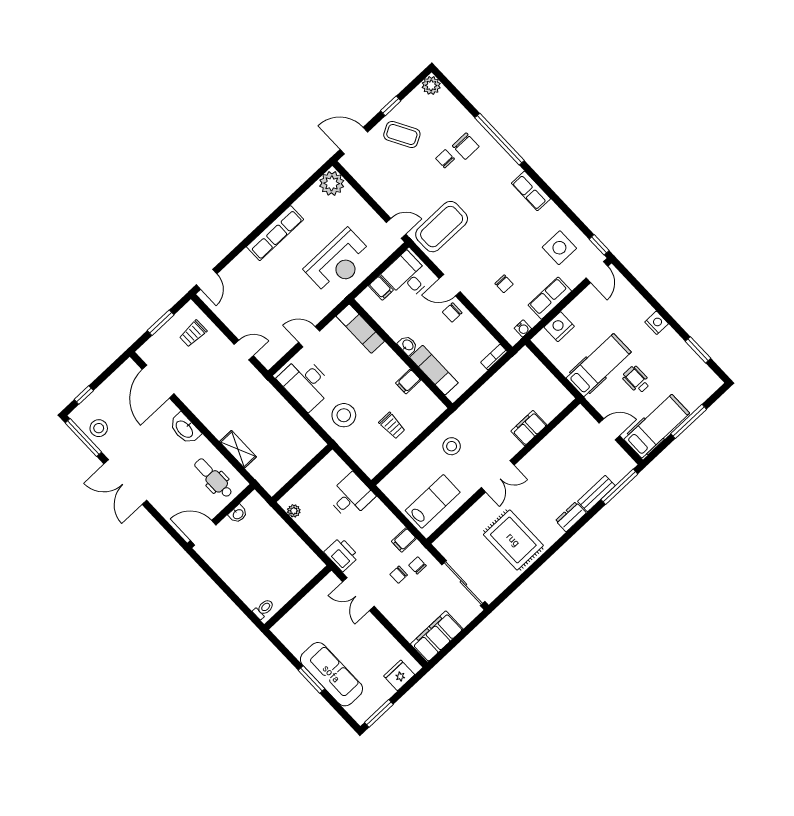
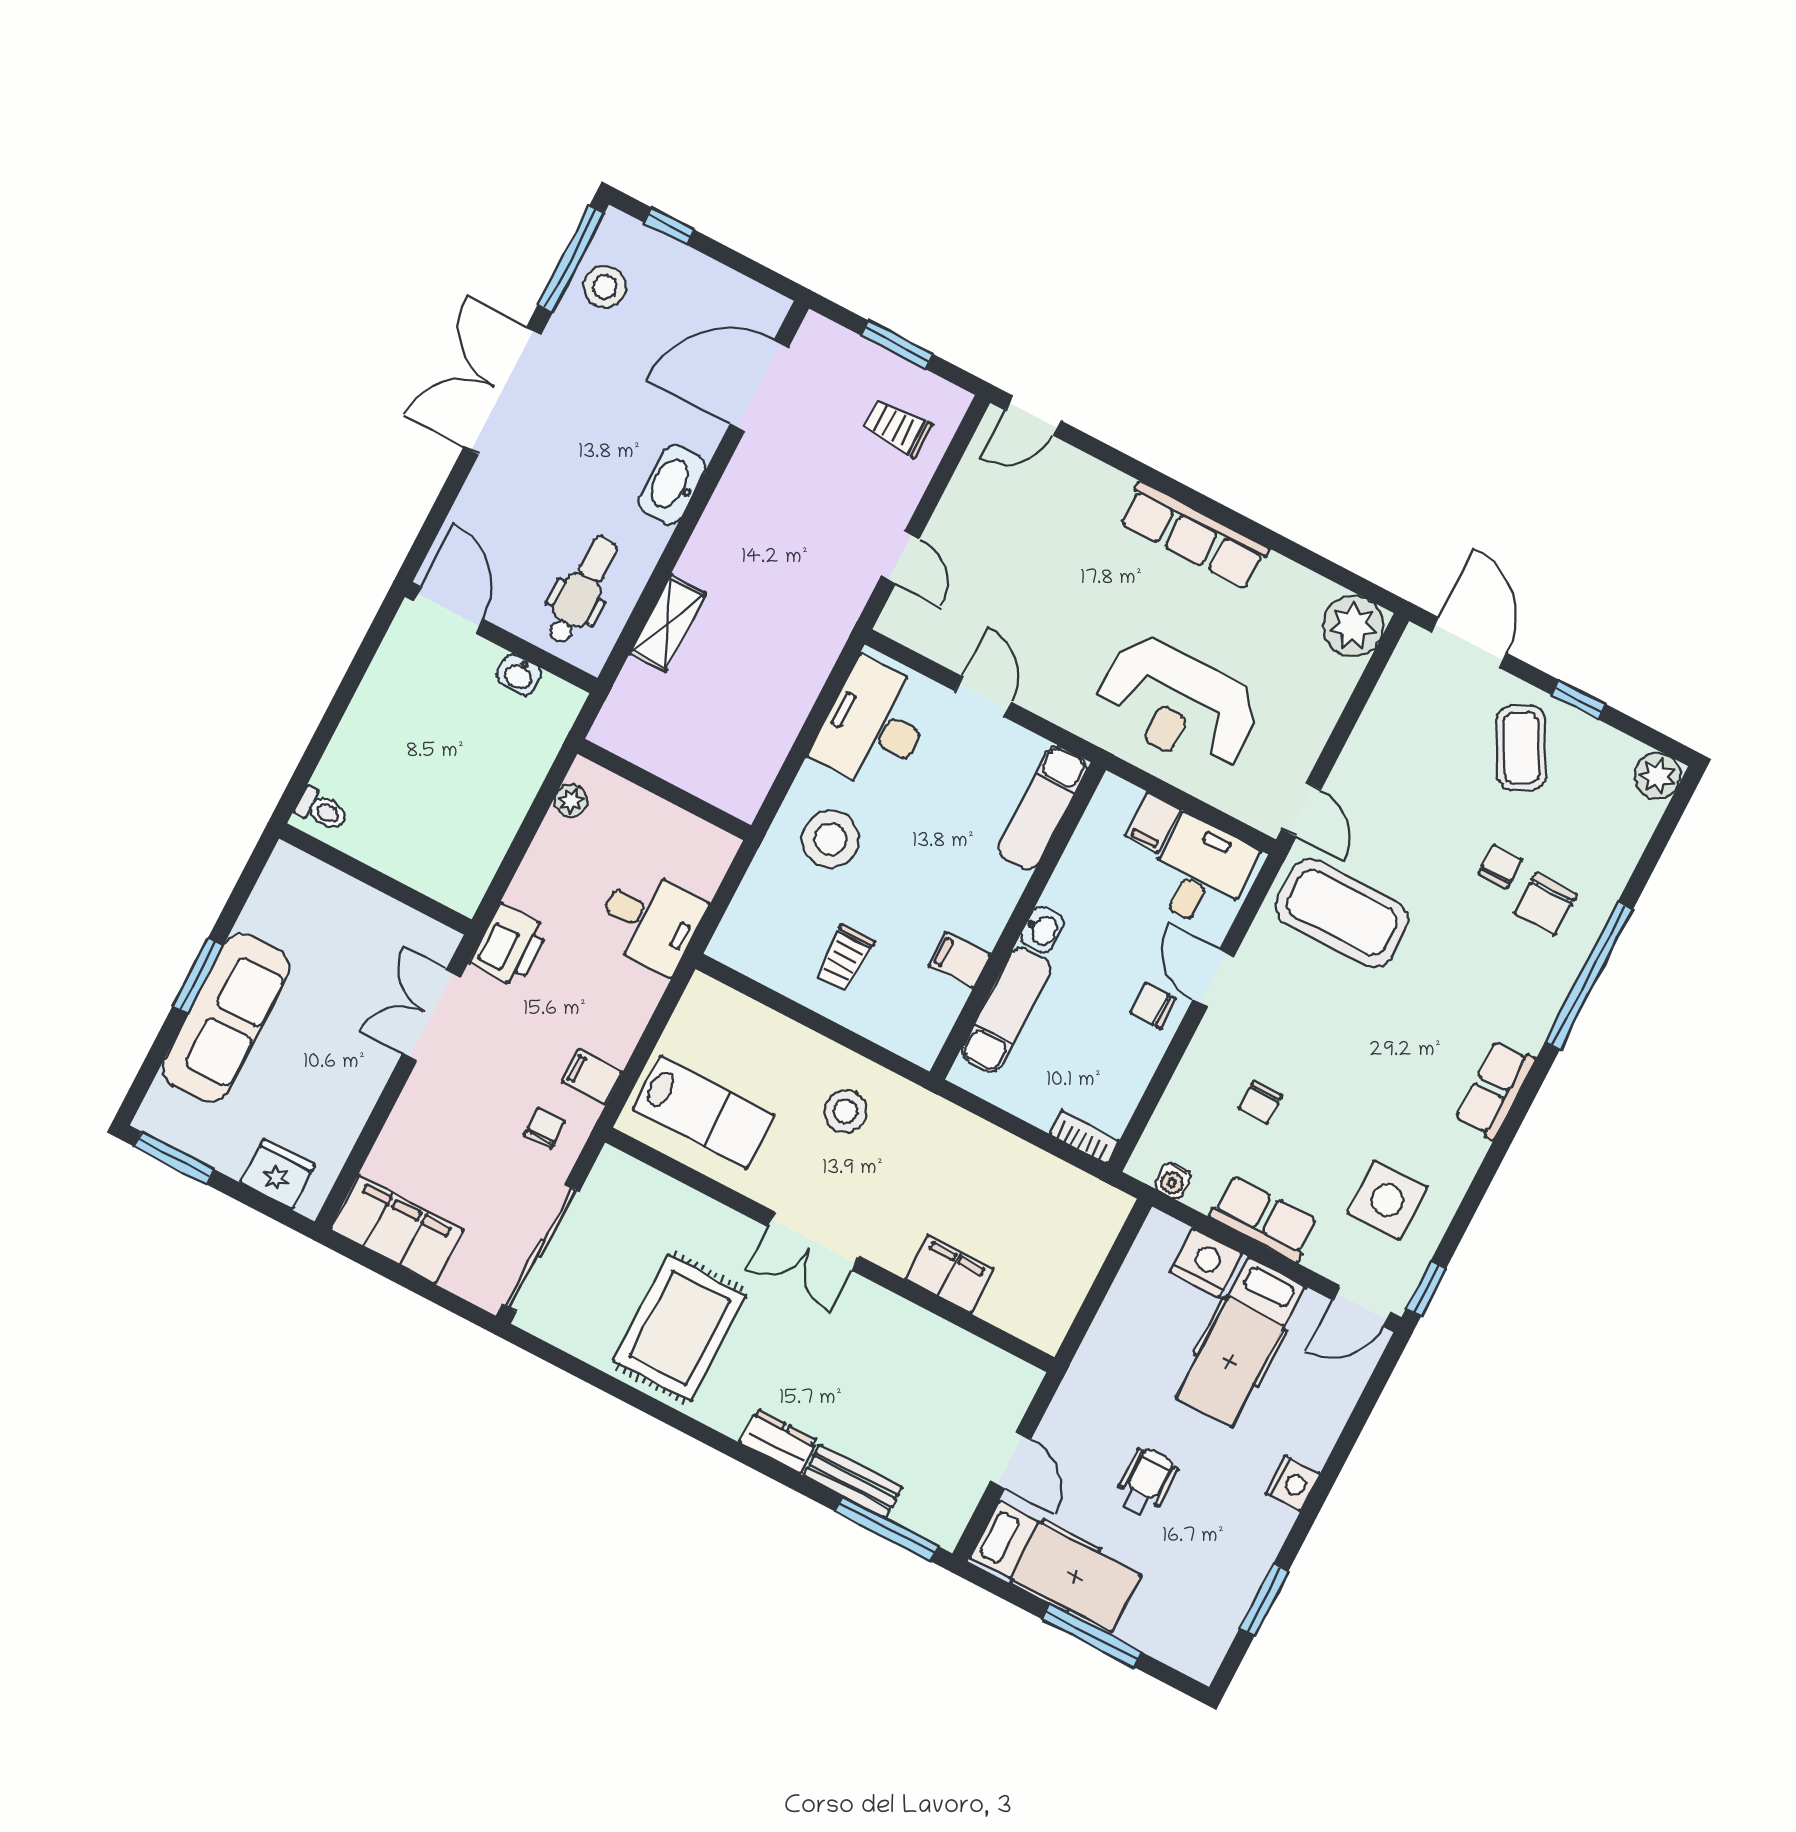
hospital bed: (599, 365) -> (1240, 1342), moved, turned 90
chair: (399, 575) -> (508, 1093), removed

